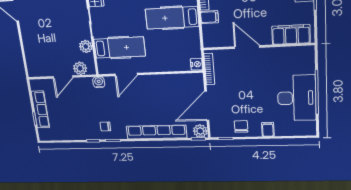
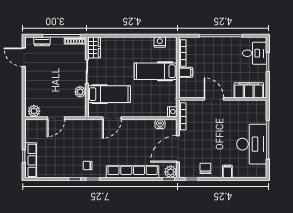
plant: (80, 68) -> (34, 111), moved
water cooler: (99, 82) -> (160, 124), moved
row of seats: (40, 110) -> (31, 160), moved

